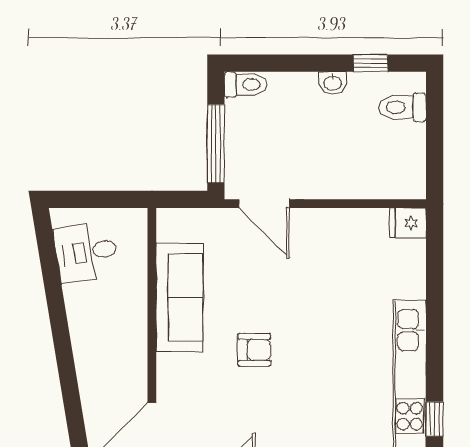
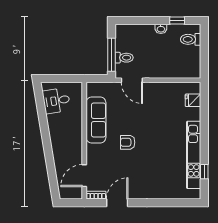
toilet: (246, 85) -> (124, 58), moved
fridge: (408, 223) -> (193, 100), moved
armchair: (254, 350) -> (128, 142), turned 180

